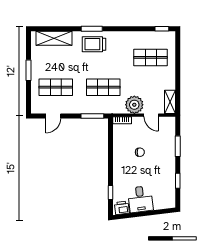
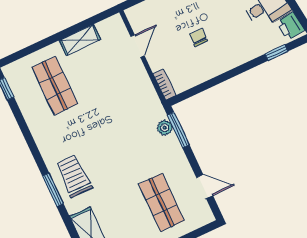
trolley: (94, 44) -> (74, 176), turned 180
shop shelf: (103, 87) -> (130, 134), removed
shelving: (170, 102) -> (80, 40), moved
plant: (134, 105) -> (165, 128), moved, width x0.53, depth x0.53

